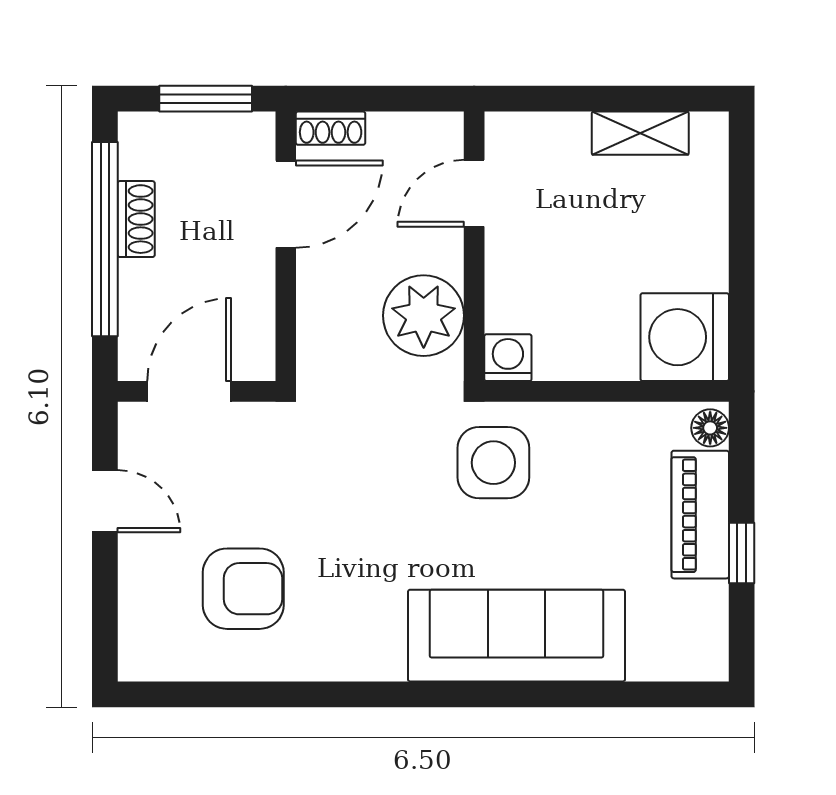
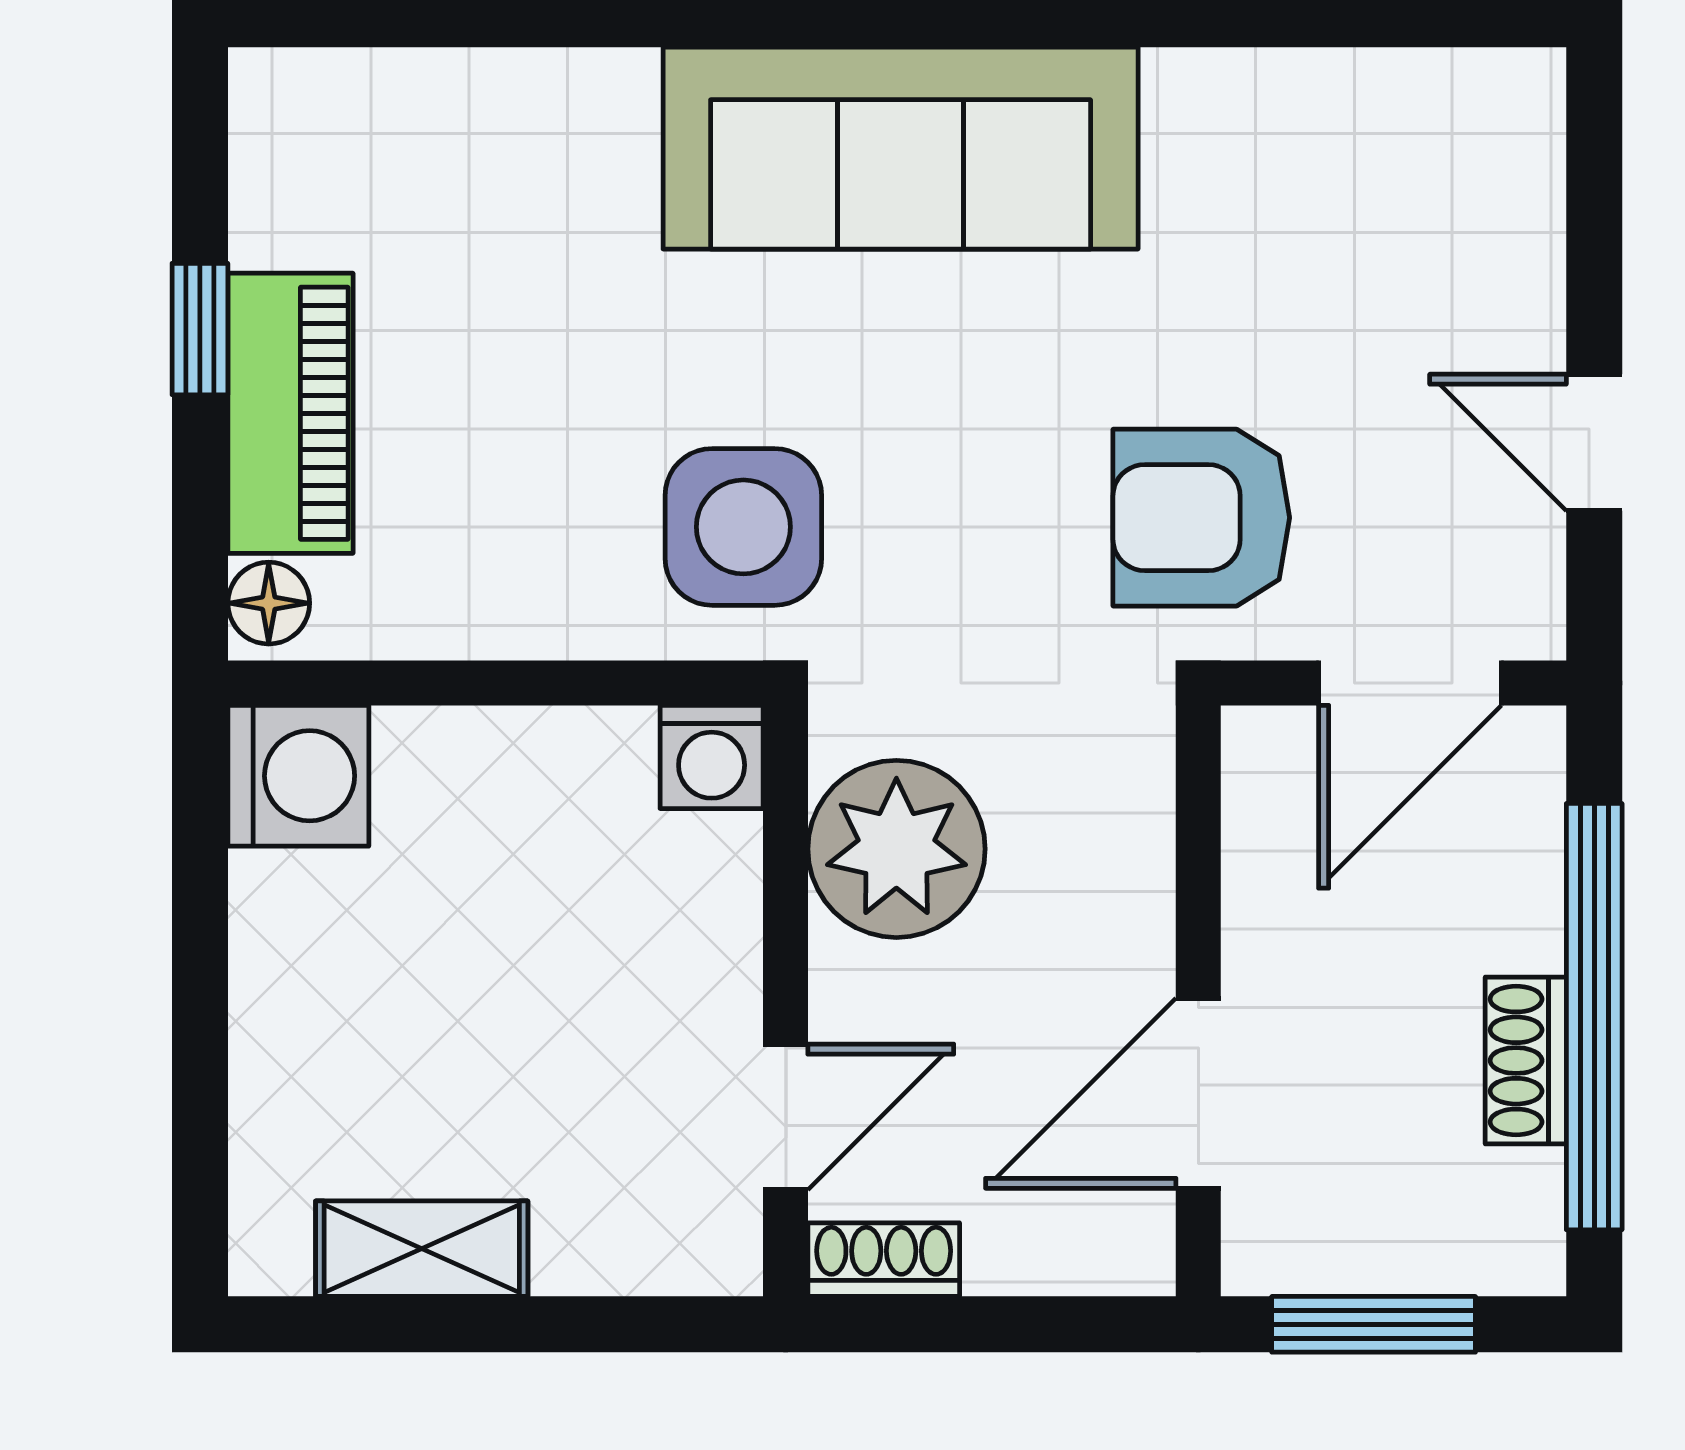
shoe rack: (331, 128) -> (884, 1260), moved
washing machine: (685, 337) -> (298, 776), width x0.73, depth x0.73
armchair: (243, 589) -> (1201, 518), moved
sofa: (516, 636) -> (901, 148), moved

